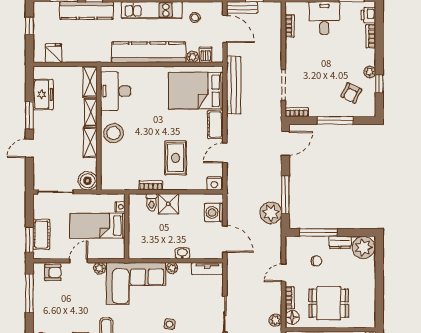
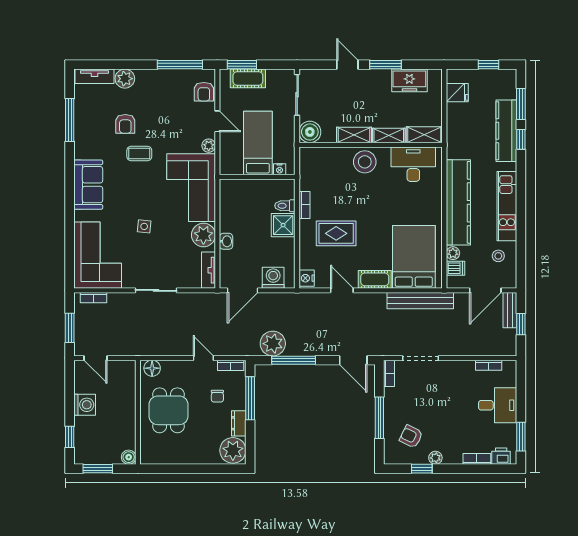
plant: (172, 268) -> (203, 235), width x1.87, depth x1.87
bookcase: (290, 298) -> (231, 365), moved
plant: (275, 320) -> (149, 349), removed

